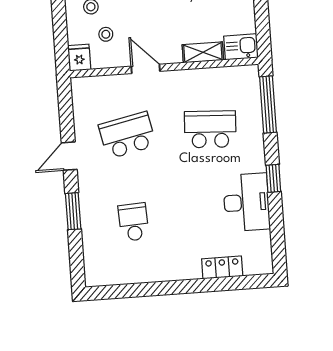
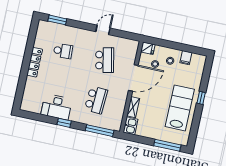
door: (146, 69) -> (133, 78), width x1.88
door: (69, 156) -> (103, 30), hinge flipped
window: (73, 211) -> (57, 20), moved
locker: (222, 267) -> (35, 62), moved, width x1.53

